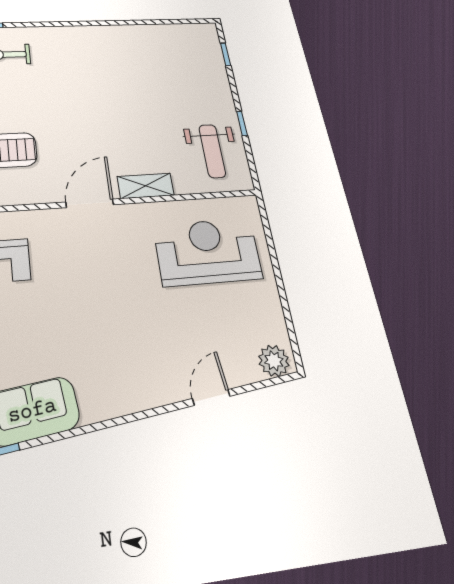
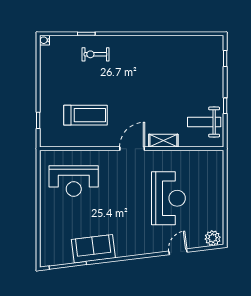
weight bench: (212, 151) -> (204, 122), turned 90
reception desk: (208, 252) -> (168, 198), moved, turned 90

